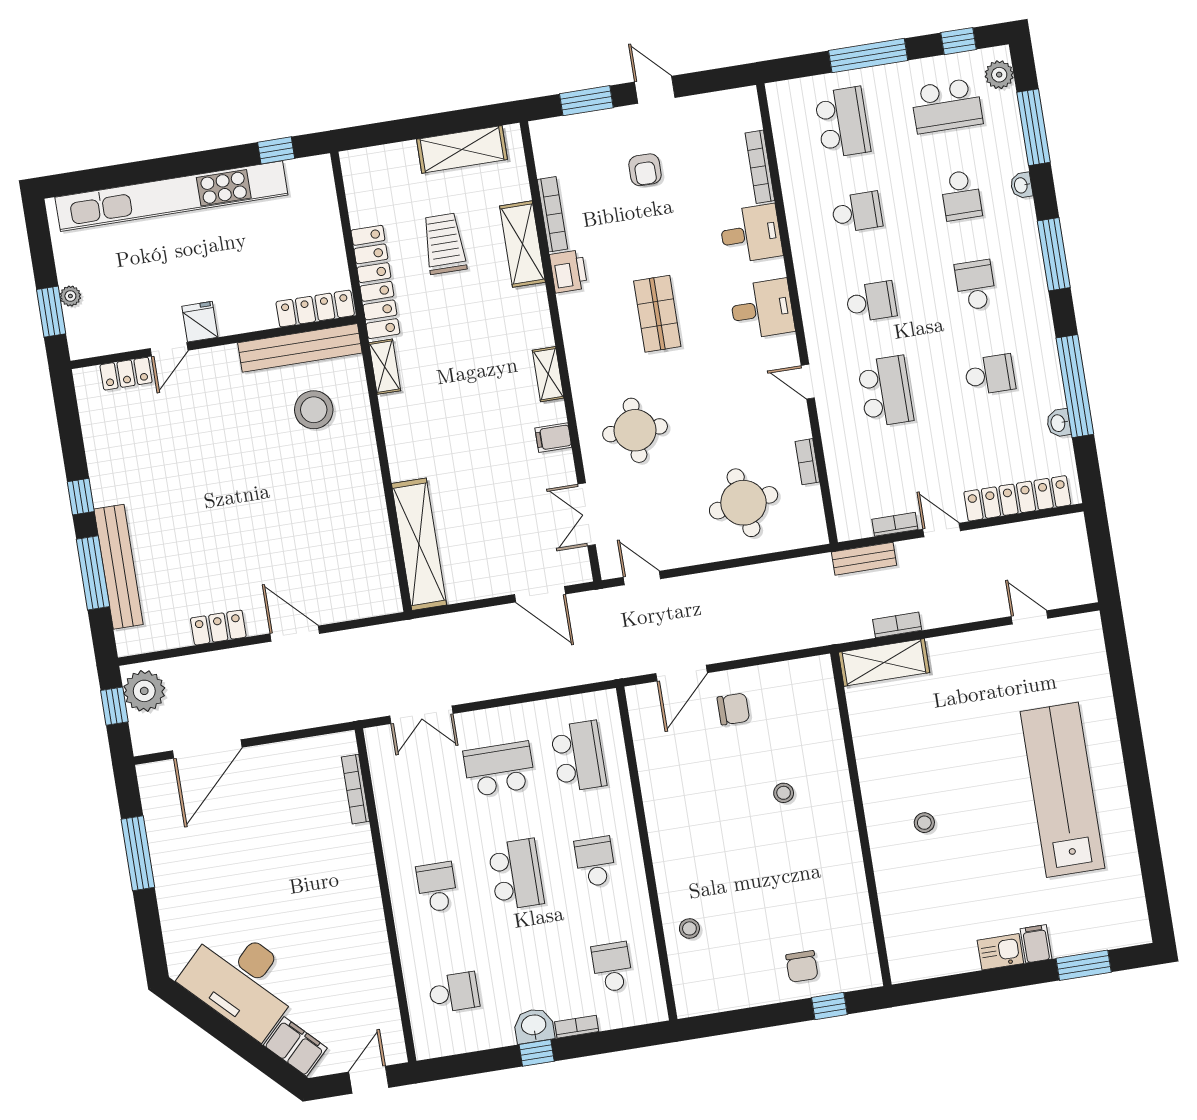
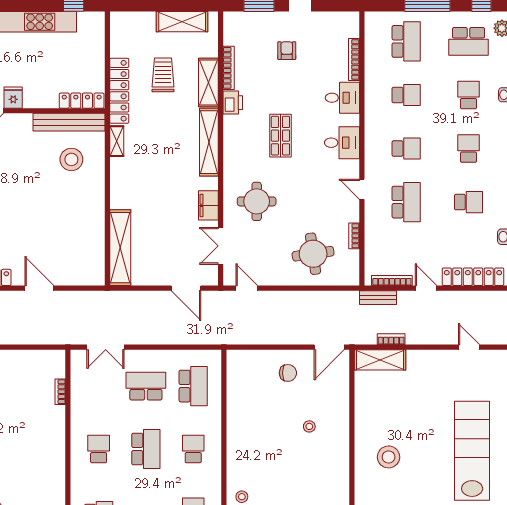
armchair: (645, 170) -> (287, 51), turned 180
school desk: (961, 195) -> (469, 95), turned 180
shelving: (548, 374) -> (209, 142), width x2.20, depth x1.33
filing cabinet: (553, 438) -> (208, 205), width x2.00
bookcase: (895, 524) -> (392, 280), width x1.56
door: (682, 673) -> (329, 347), moved
bookcase: (356, 789) -> (60, 392), width x0.64
stool: (924, 823) -> (389, 457), width x1.89, depth x1.89

